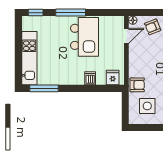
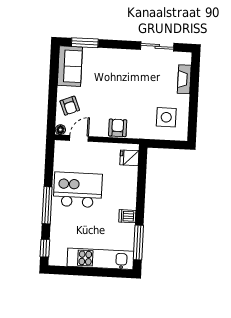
door: (126, 36) -> (79, 138), hinge flipped
dishwasher: (90, 78) -> (127, 216), moved
armchair: (137, 85) -> (118, 128), moved

